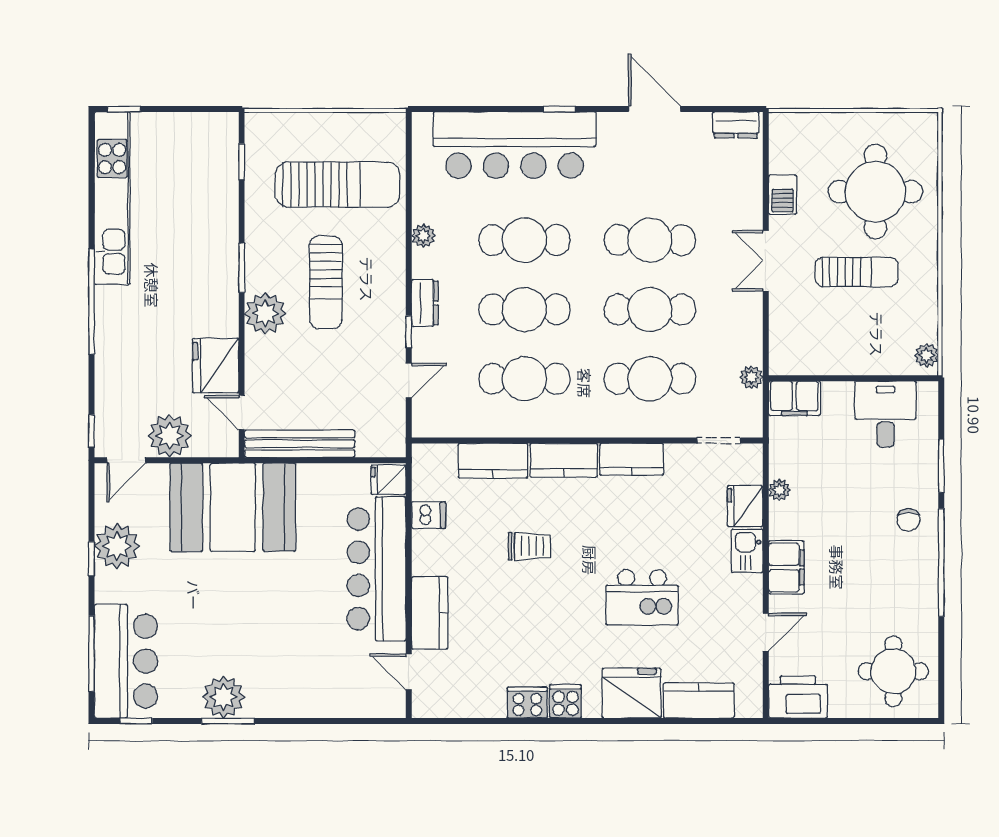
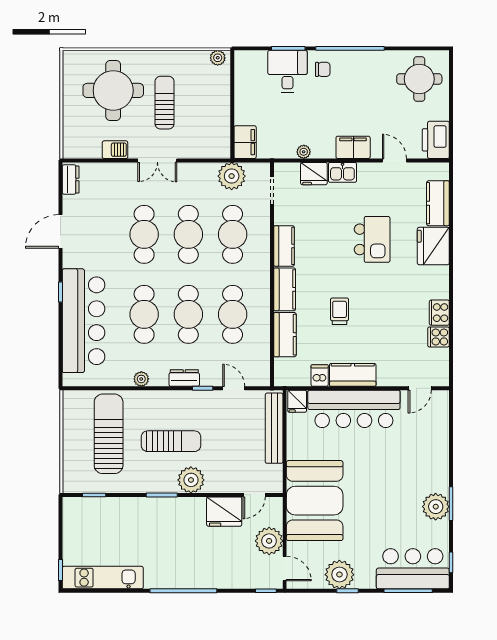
kitchen unit: (112, 198) -> (103, 578), width x0.73
plant: (751, 377) -> (232, 176), width x1.87, depth x1.87
desk: (886, 414) -> (287, 71), moved, turned 90
bench: (300, 444) -> (274, 428), moved
kitchen counter: (430, 613) -> (353, 375), moved
cooker: (565, 701) -> (439, 337), moved

